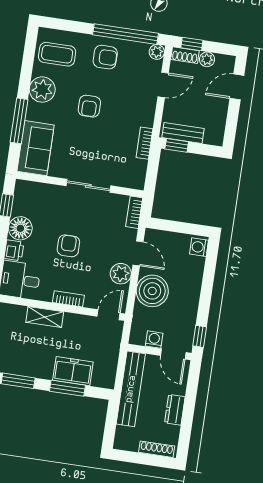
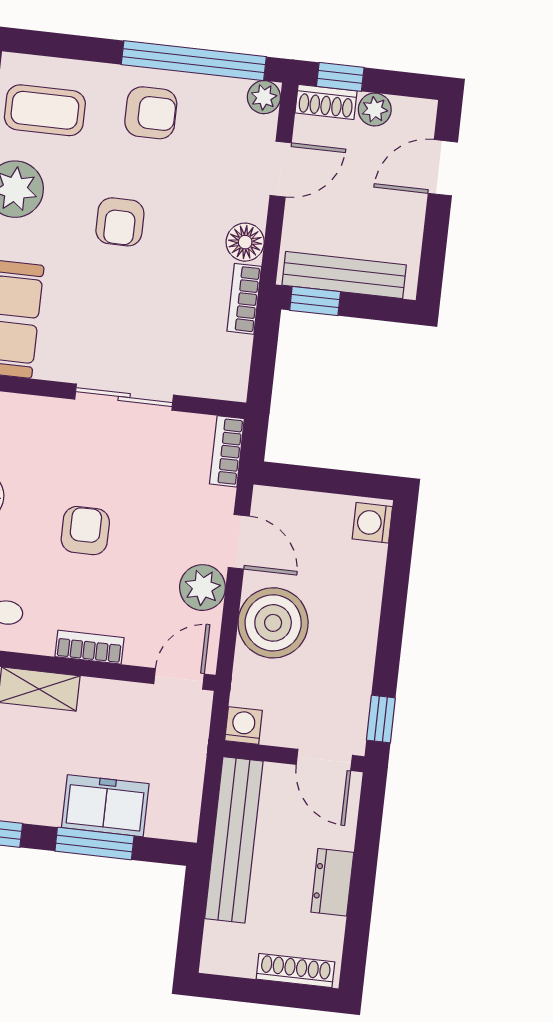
floor lamp: (146, 117) -> (245, 242), added
bench: (183, 133) -> (344, 275), width x1.36
washing machine: (154, 340) -> (243, 725), moved

